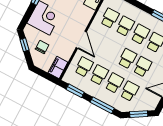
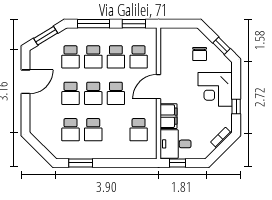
school desk: (125, 26) -> (116, 93), moved
door: (81, 40) -> (159, 87), hinge flipped
filing cabinet: (58, 67) -> (168, 116), moved

